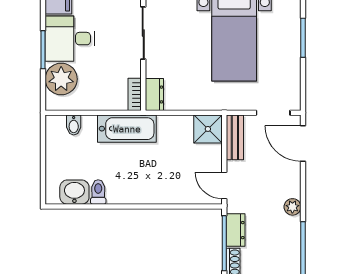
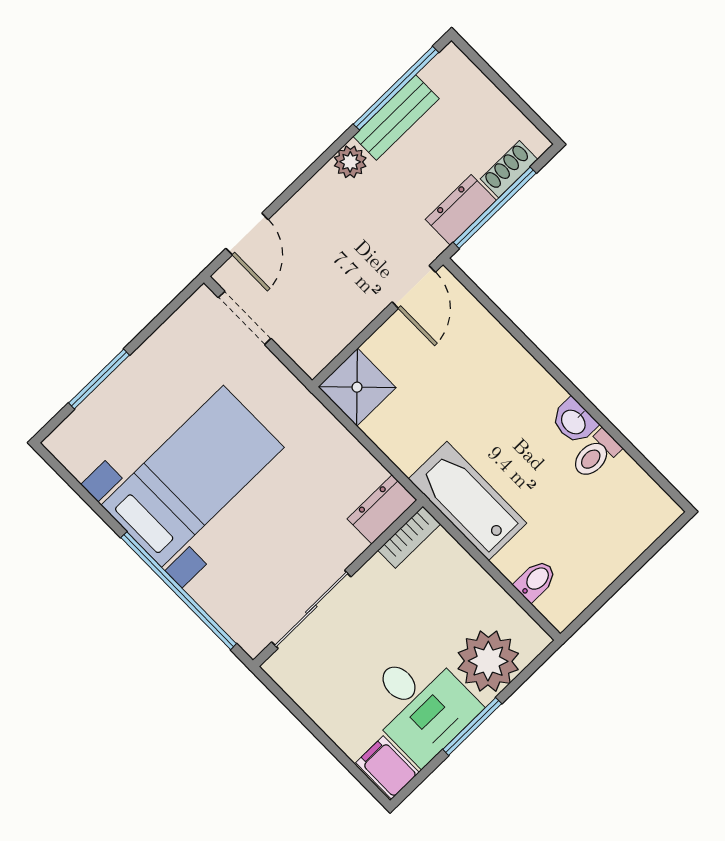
bench: (235, 137) -> (396, 118), moved
door: (303, 144) -> (247, 234), width x0.73
washbasin: (74, 192) -> (574, 421), moved, width x0.72, depth x0.69

